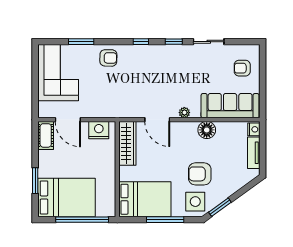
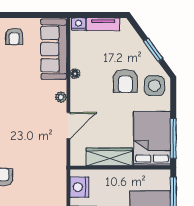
floor lamp: (207, 130) -> (75, 74), width x0.53, depth x0.53
wardrobe: (127, 143) -> (109, 157), moved
window: (220, 207) -> (153, 50), moved
window: (165, 220) -> (173, 139), moved

